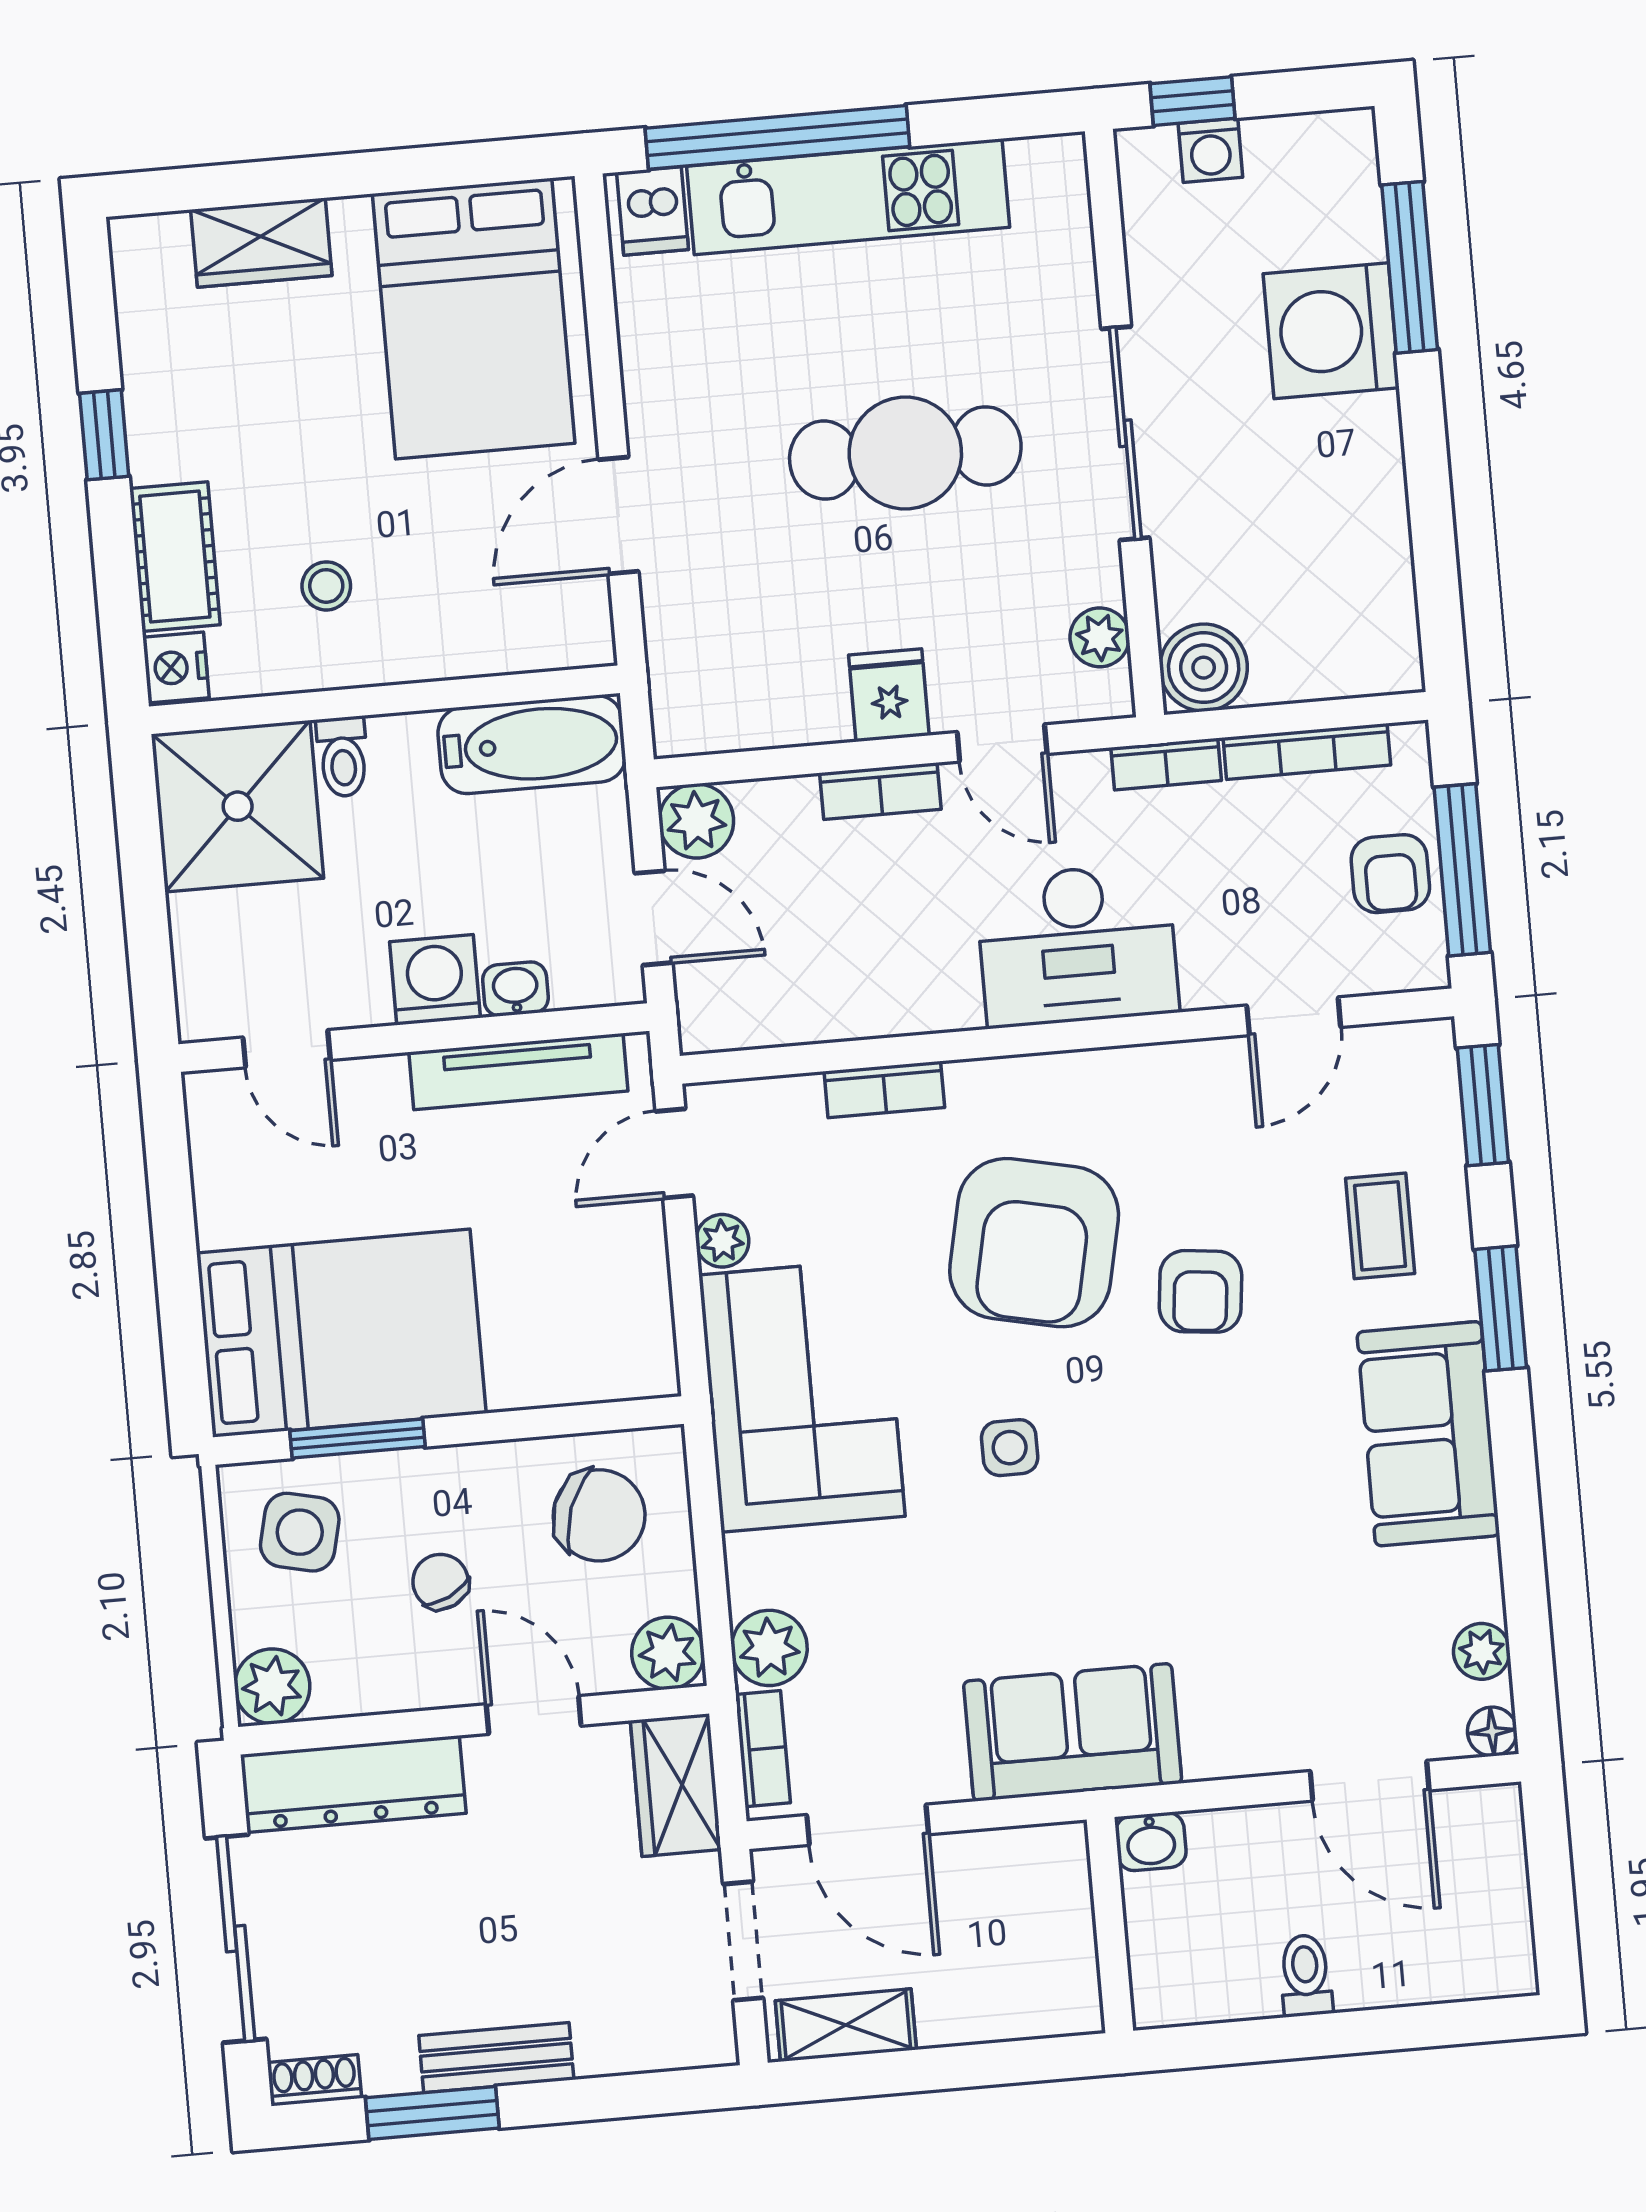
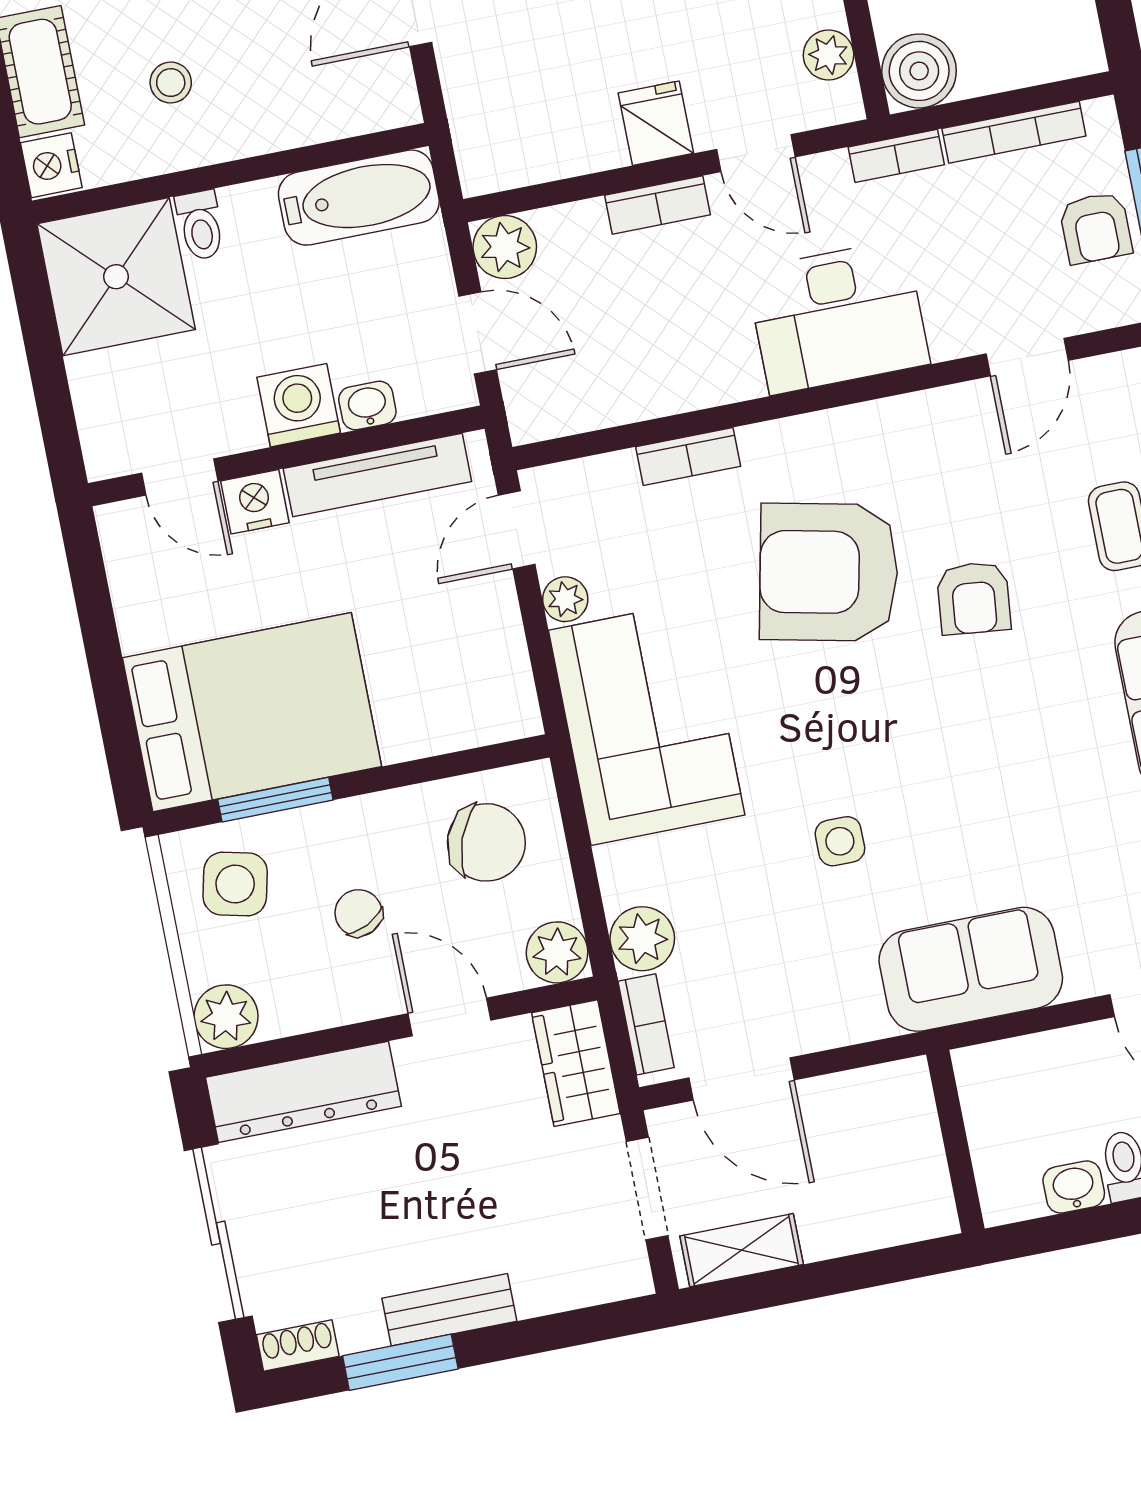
nightstand: (371, 1087) -> (255, 502), added
armchair: (1034, 1243) -> (829, 572), turned 90
side table: (1010, 1448) -> (840, 841), moved
sofa: (1073, 1732) -> (971, 969), moved
washbasin: (1151, 1842) -> (1074, 1187), moved, turned 180

